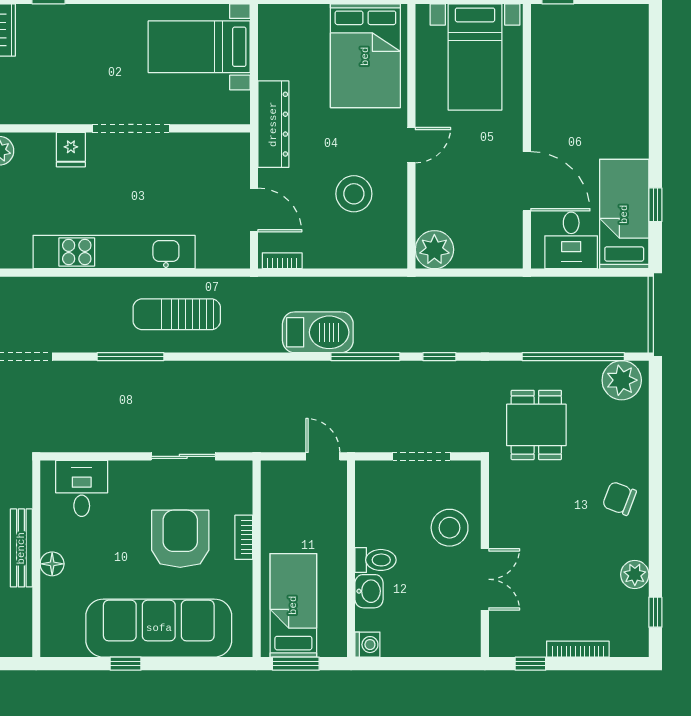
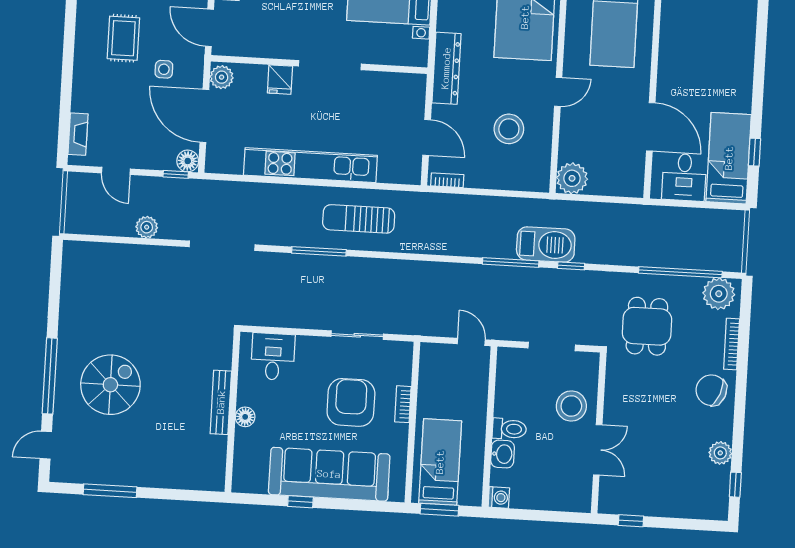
barbecue: (318, 332) -> (546, 245), moved
chair: (619, 498) -> (711, 390), width x1.37, depth x1.37
bookcase: (578, 649) -> (732, 344), moved, turned -90

